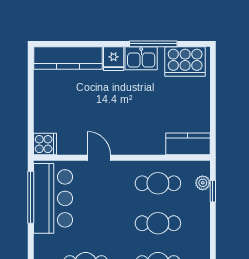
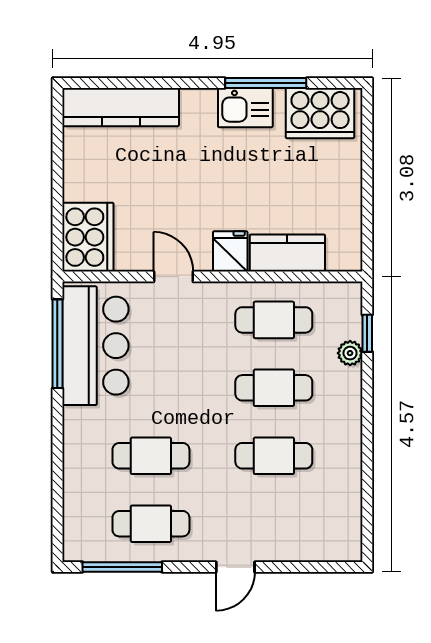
fridge: (114, 59) -> (230, 251), moved, turned 180
cooker: (45, 144) -> (88, 237), width x1.87, depth x1.31
kitchen counter: (188, 144) -> (287, 253), moved
plant: (203, 183) -> (350, 353), moved

